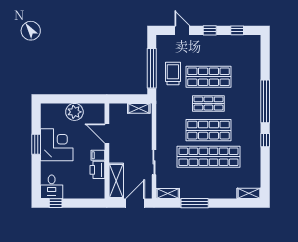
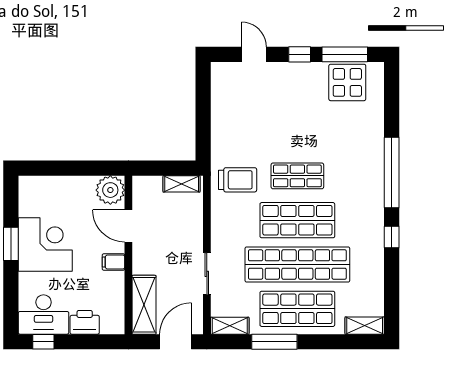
window: (237, 30) -> (345, 54), width x2.17
display table: (239, 47) -> (347, 82), added
window: (152, 68) -> (203, 118), removed
trolley: (173, 73) -> (238, 180), moved, turned 90
shop shelf: (208, 77) -> (297, 309), moved
plant: (74, 112) -> (110, 190), moved
printer: (97, 170) -> (85, 322), moved, turned 90
desk: (52, 187) -> (44, 315), width x1.37

